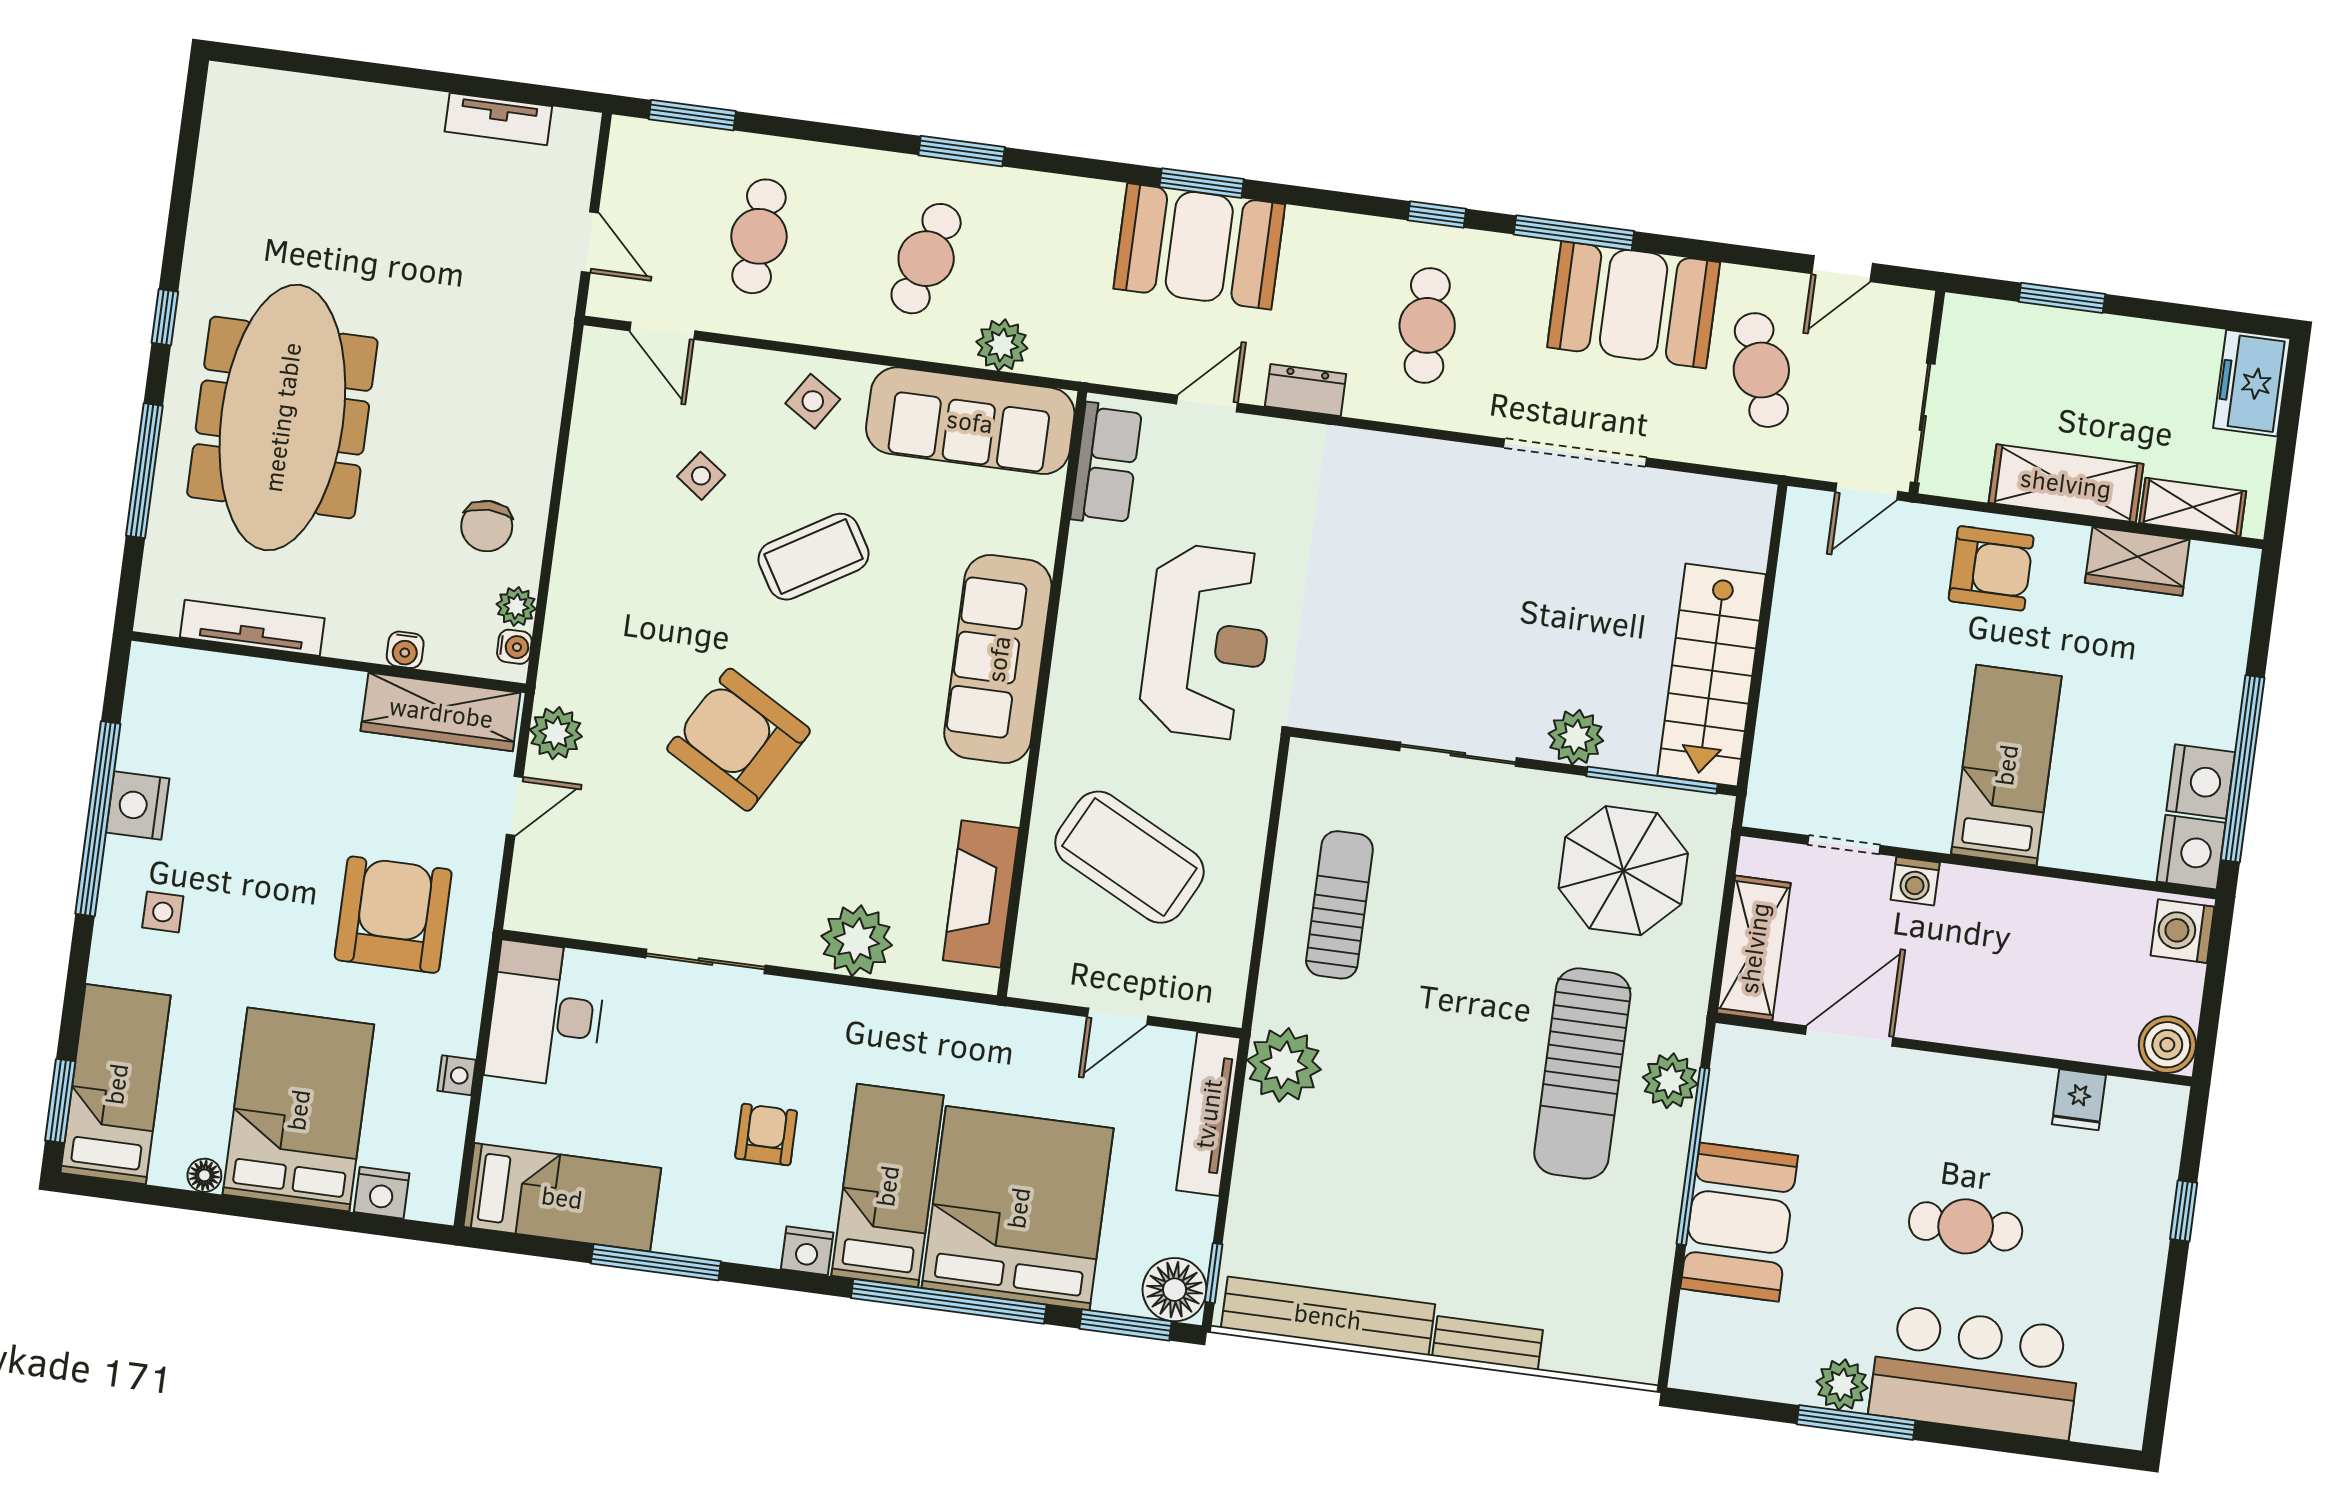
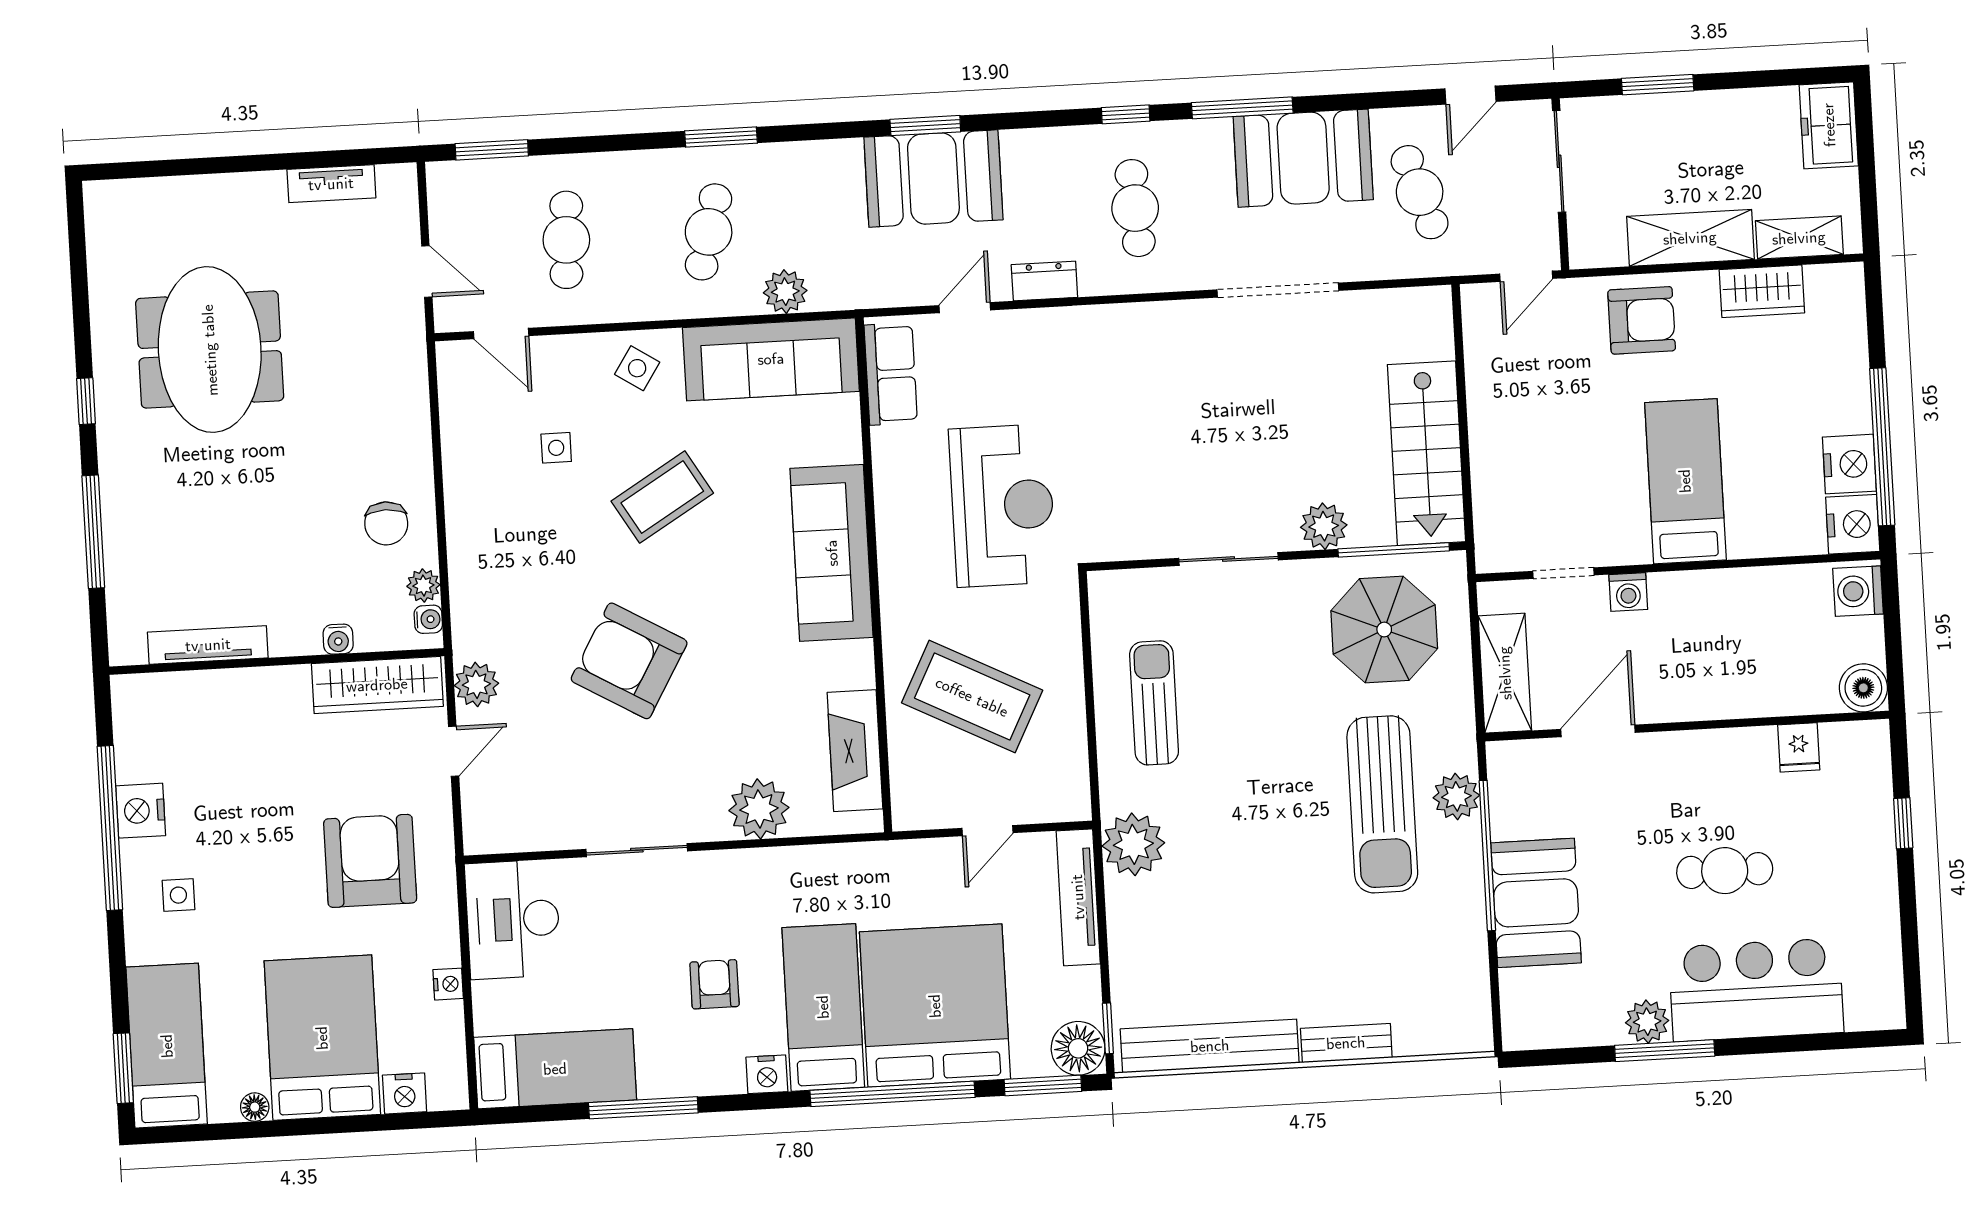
meeting table: (282, 417) -> (210, 350), moved, width x0.73
sliding door: (1923, 423) -> (1559, 161), moved
side table: (701, 476) -> (556, 448), turned -36

